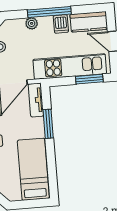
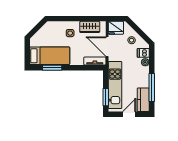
window: (49, 12) -> (152, 87), moved
dishwasher: (61, 24) -> (143, 53), moved
window: (48, 124) -> (52, 68), moved

